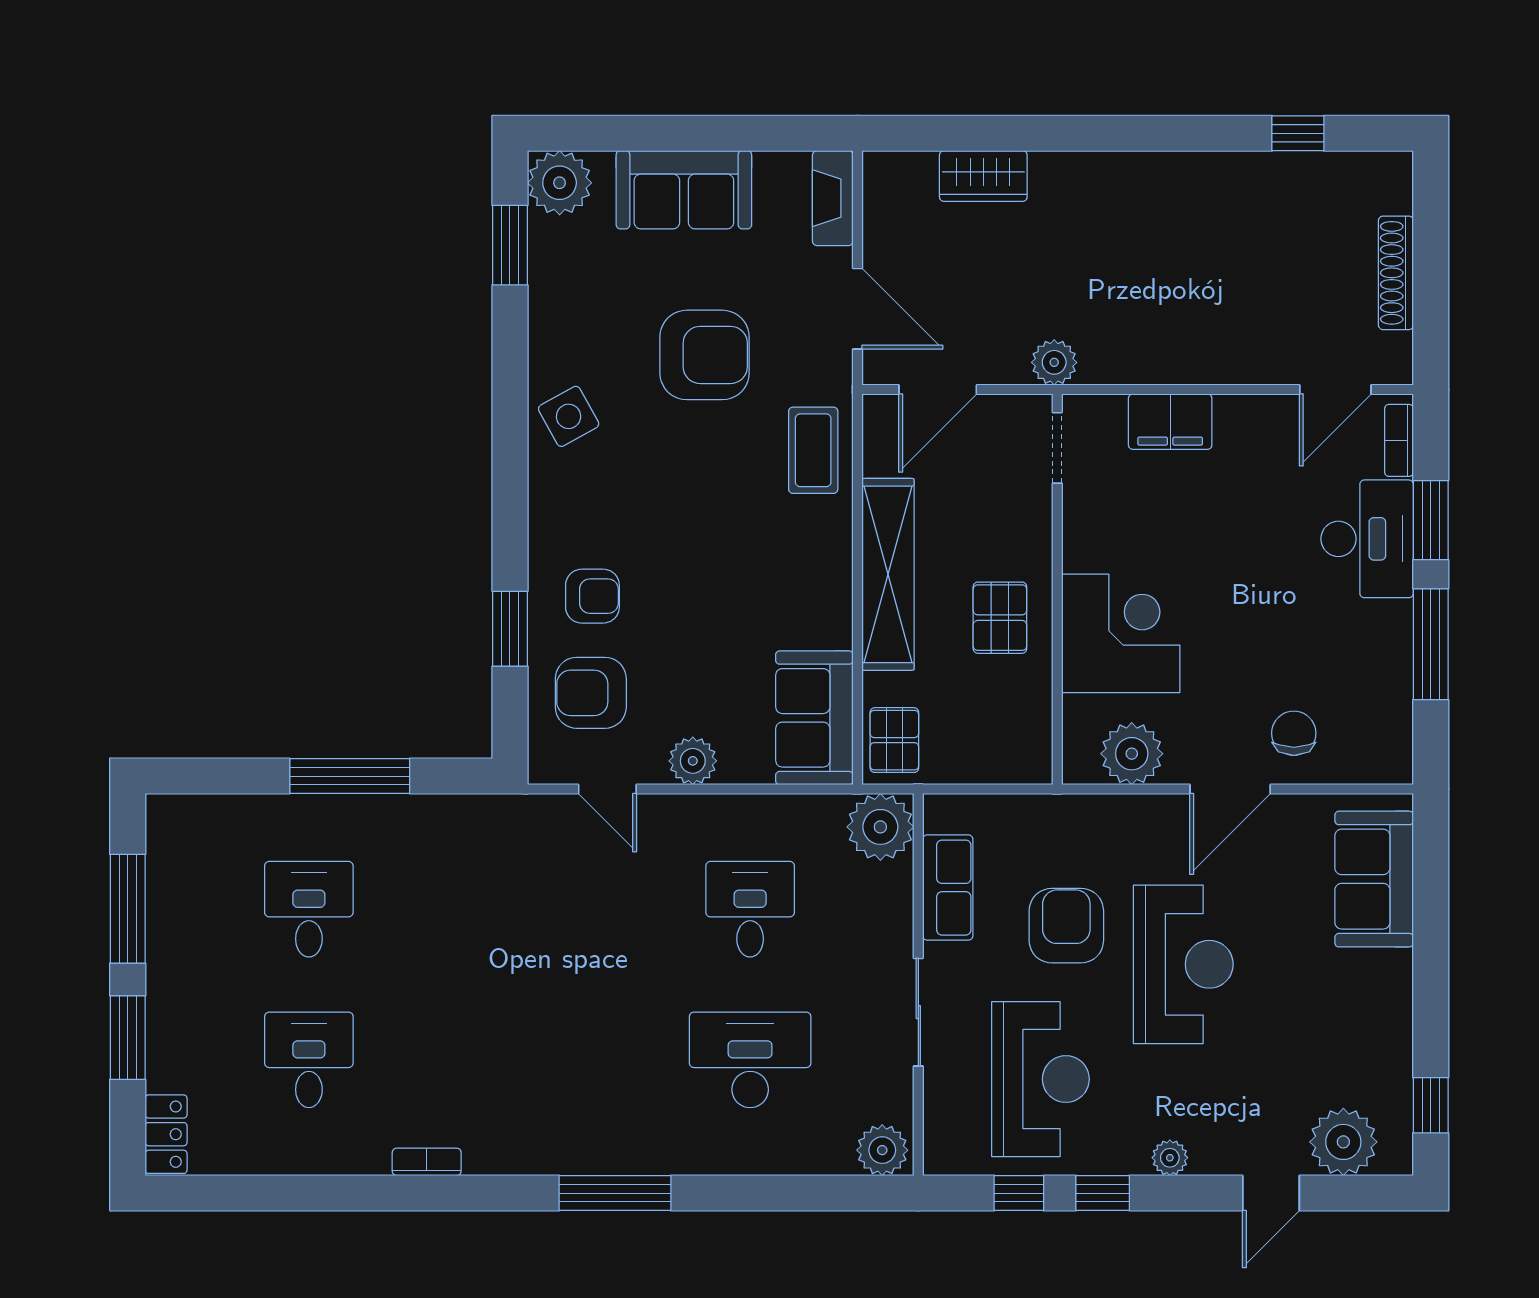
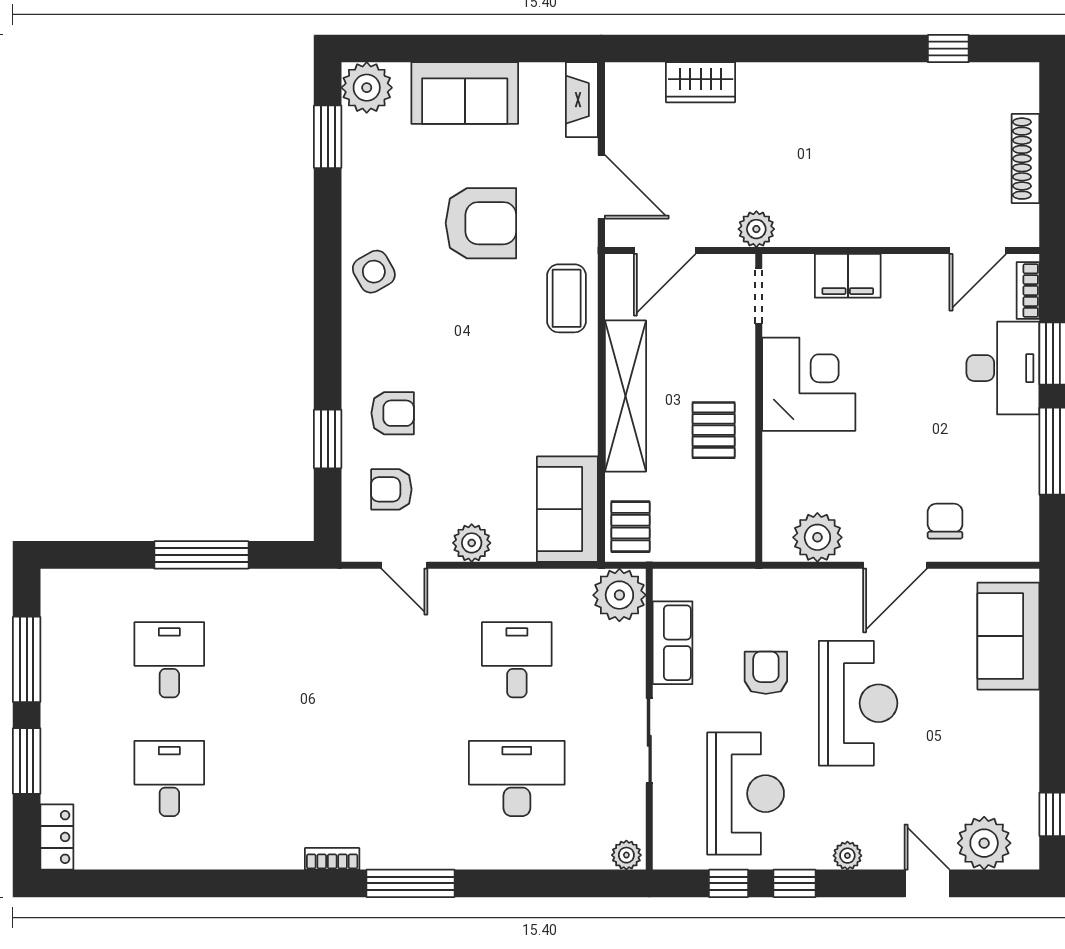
corner desk: (1121, 633) -> (809, 384), moved
armchair: (591, 693) -> (391, 489), width x0.72, depth x0.72
armchair: (1066, 926) -> (766, 673), width x0.72, depth x0.72
plant: (882, 1150) -> (626, 855), width x0.73, depth x0.73
bookcase: (427, 1162) -> (332, 859), moved
door: (1271, 1193) -> (927, 883), swing flipped

